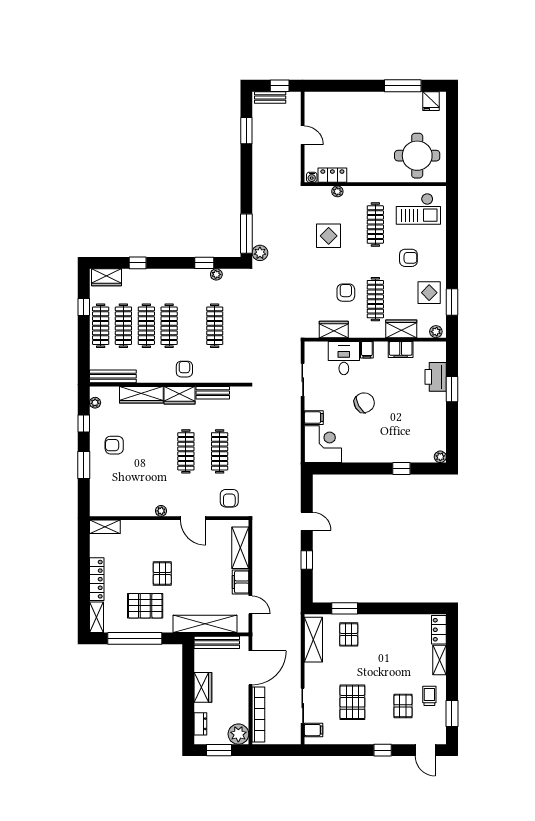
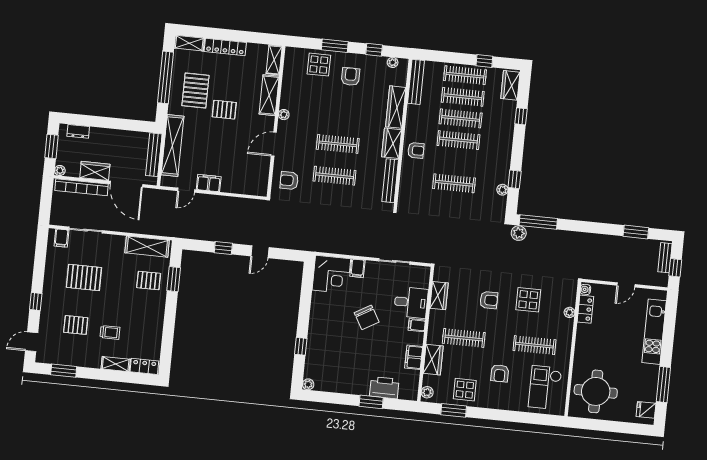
kitchen unit: (349, 101) -> (654, 332), added
armchair: (346, 293) -> (489, 300), moved
bench: (213, 393) -> (390, 181), width x1.36
display table: (105, 480) -> (319, 65), added
shelving: (240, 548) -> (269, 95), moved, turned 90
wardrobe: (203, 687) -> (95, 171), moved, turned 180
trolley: (429, 696) -> (110, 332), moved
plant: (238, 734) -> (60, 170), width x0.53, depth x0.53

